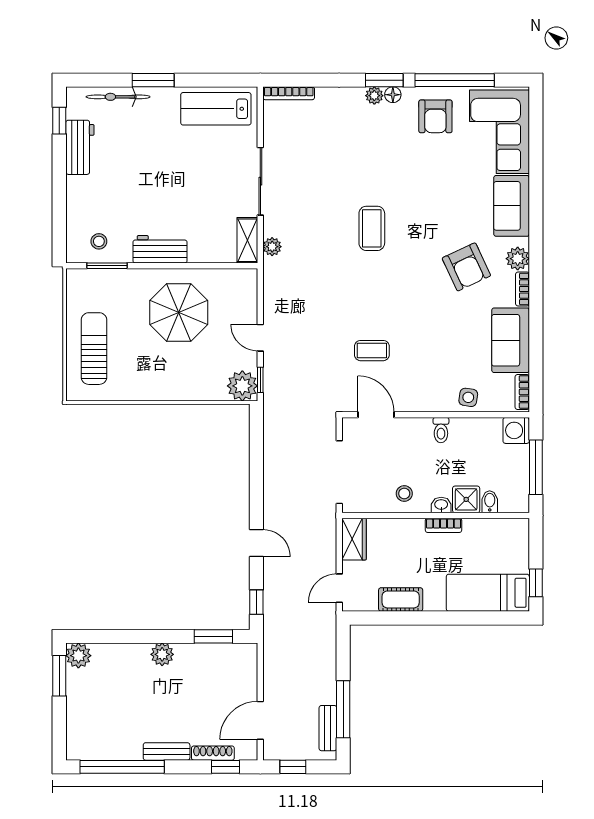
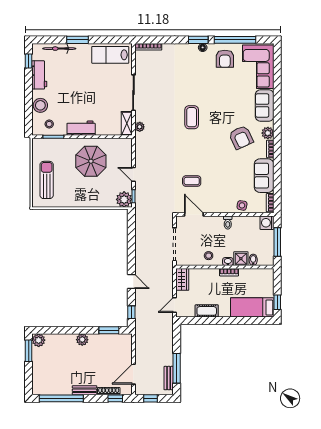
plant: (374, 96) -> (193, 48), removed
stool: (82, 205) -> (40, 105), added

